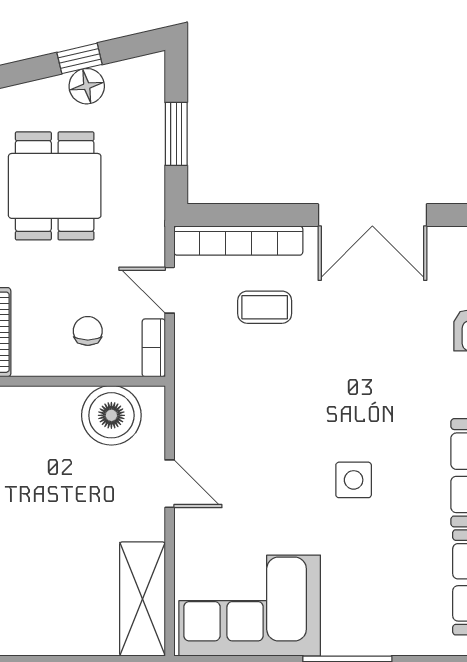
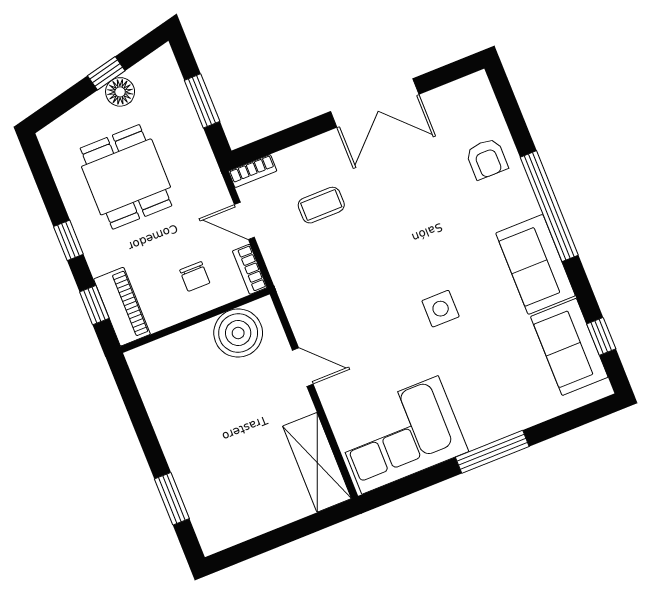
bookcase: (238, 241) -> (253, 171), width x0.43, depth x0.76
chair: (88, 331) -> (195, 276), turned 180

